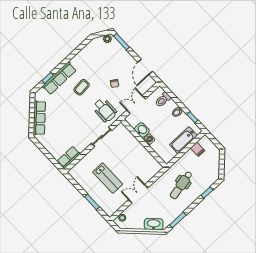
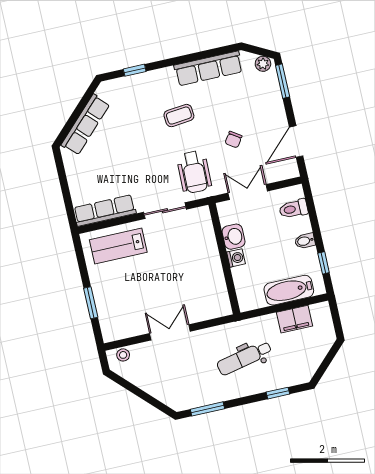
row of seats: (59, 78) -> (208, 68), moved
filing cabinet: (198, 149) -> (295, 319), width x2.00
row of seats: (69, 157) -> (105, 211), width x1.48
lab bench: (108, 178) -> (118, 246), moved, turned 90
washbasin: (154, 224) -> (166, 393), removed

